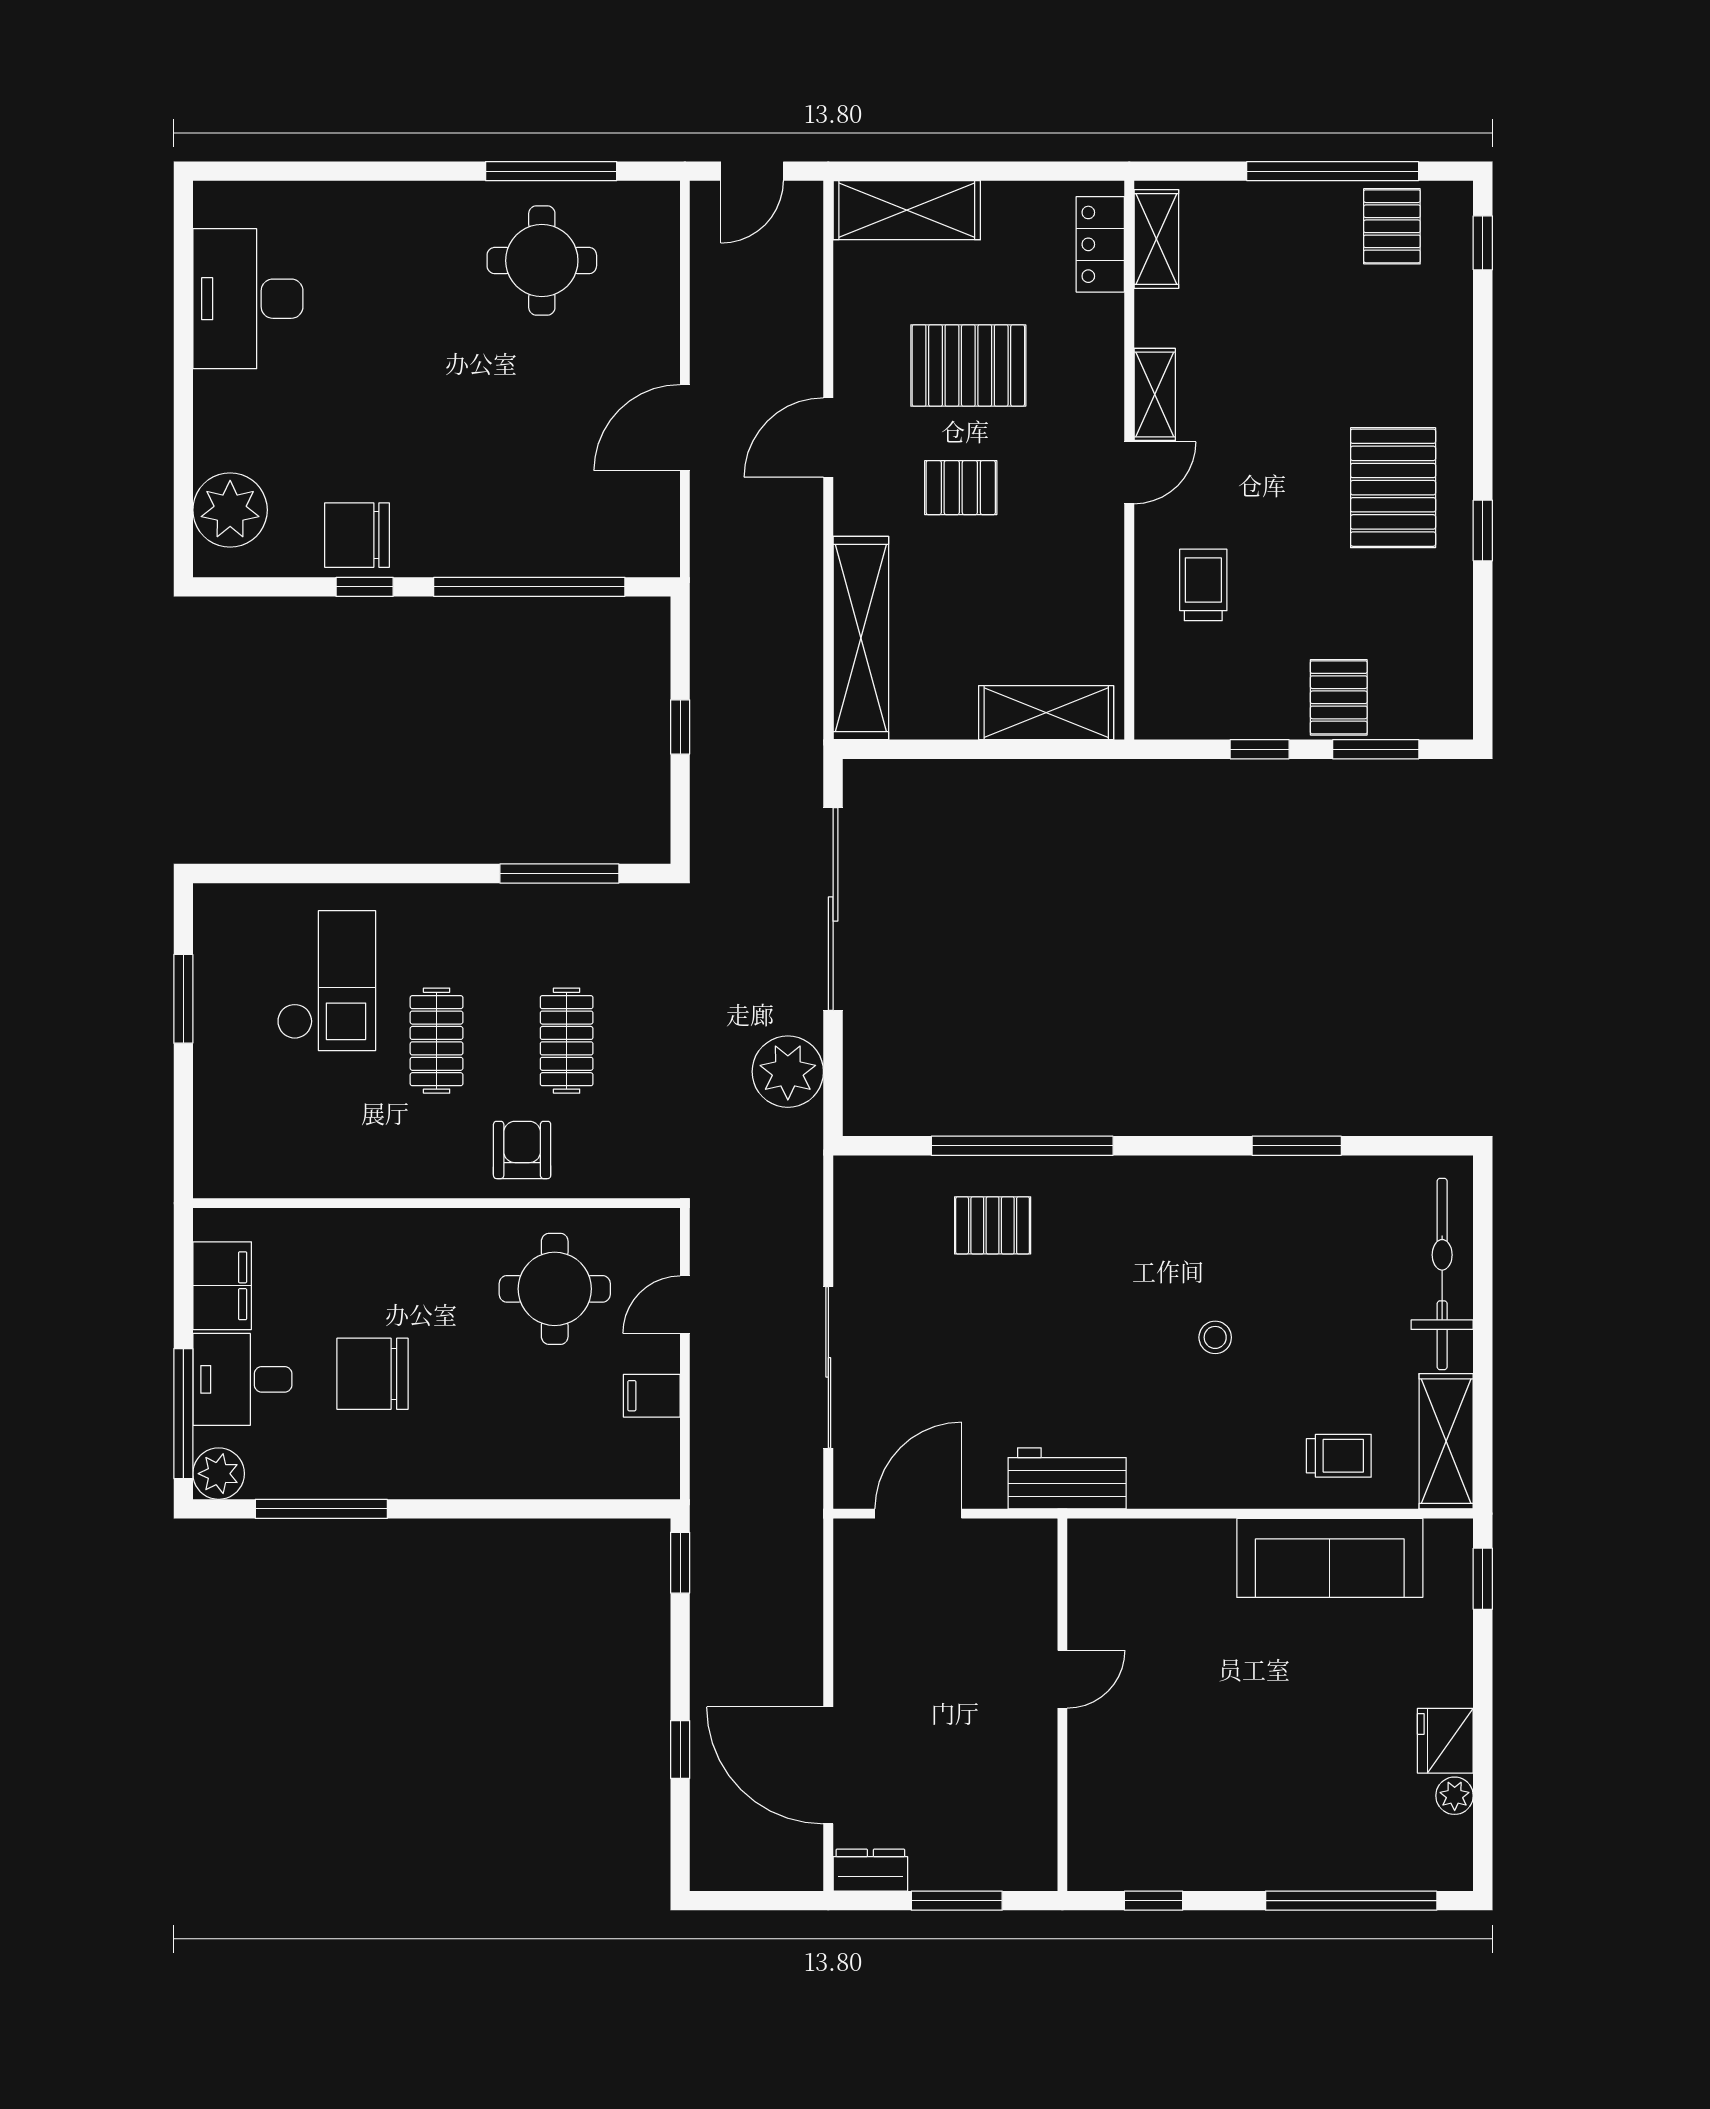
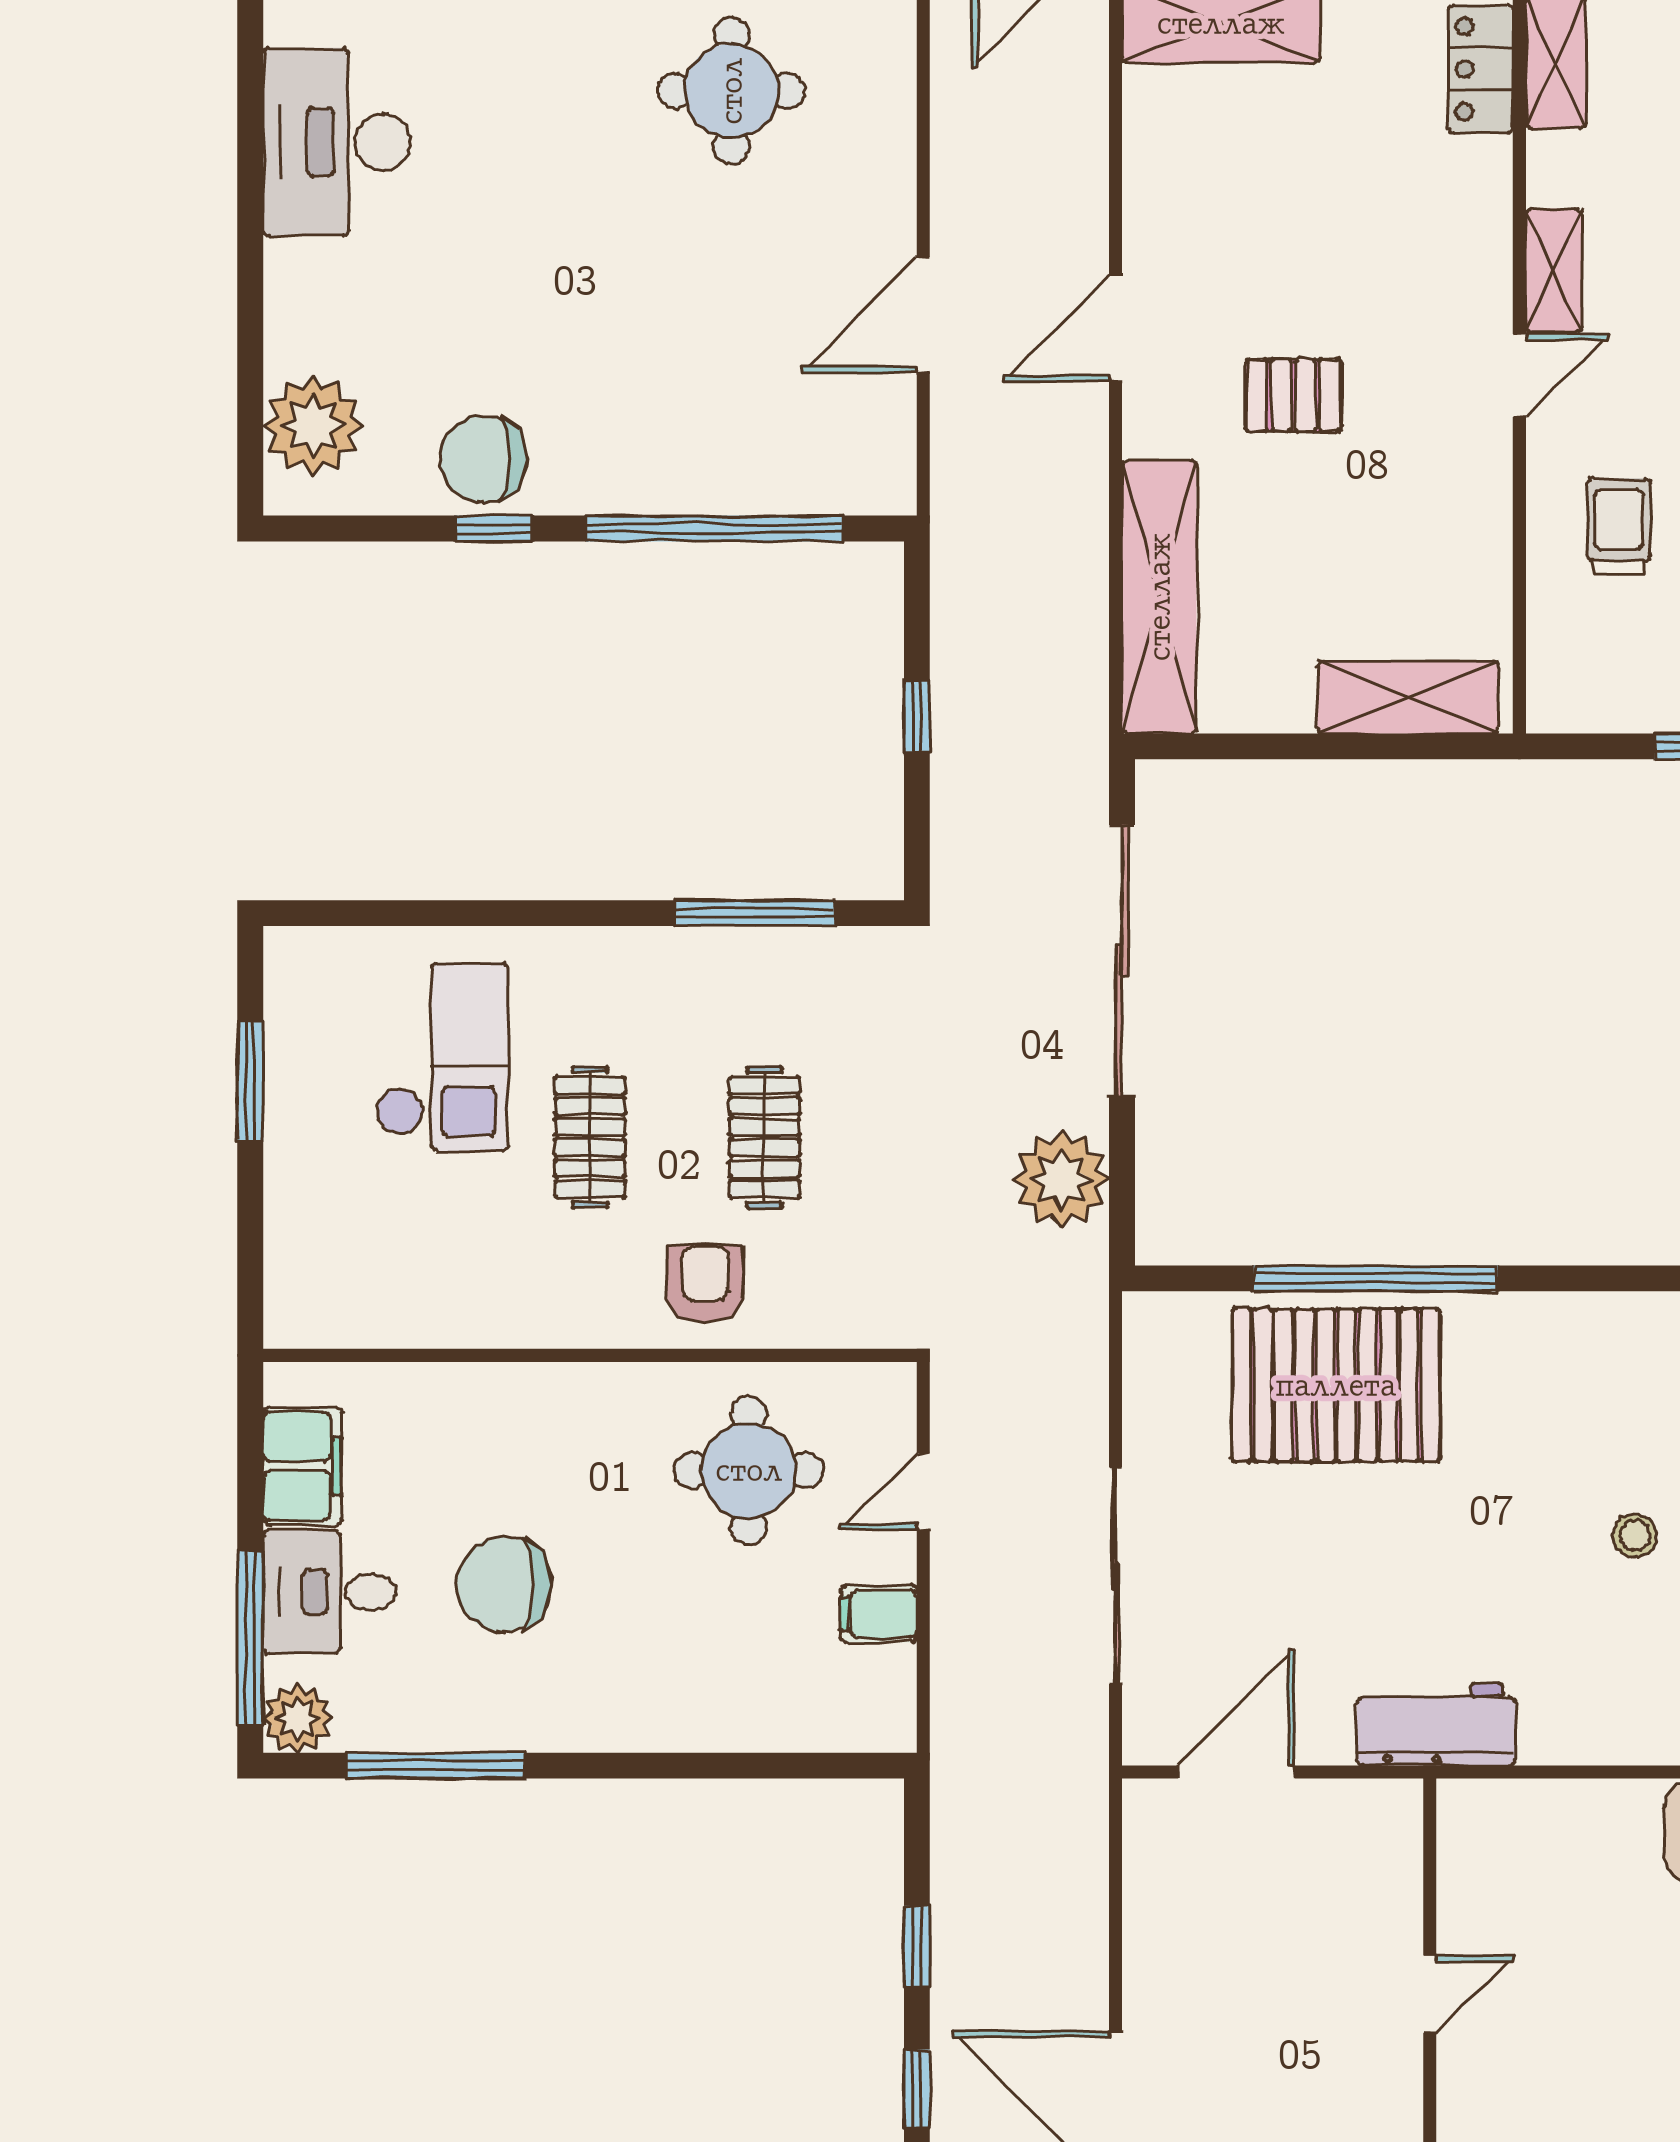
pallet: (968, 365) -> (1304, 232), removed
pallet: (993, 1225) -> (1336, 1385), width x2.05, depth x2.00
window: (680, 1563) -> (917, 1947), moved

